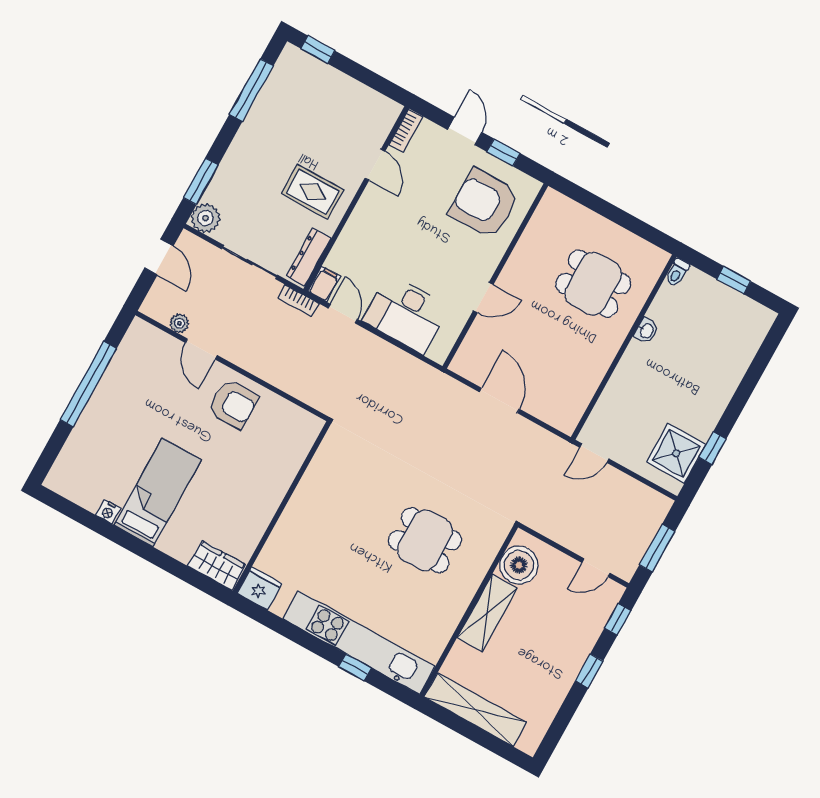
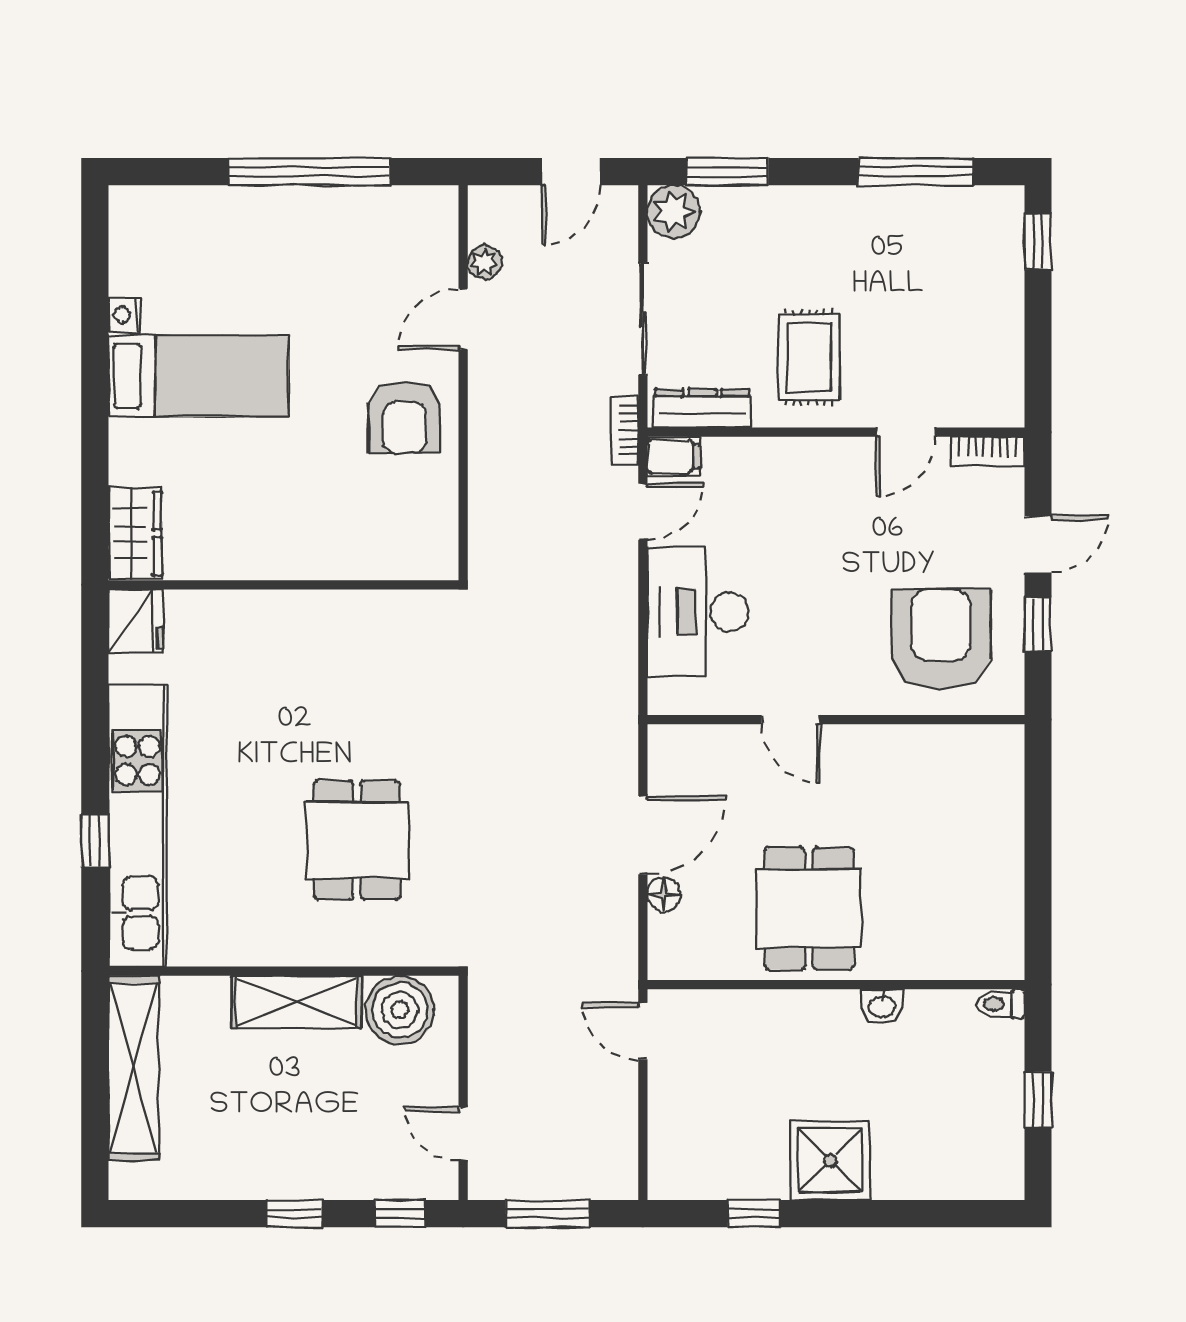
dining table: (593, 284) -> (809, 908), moved
floor lamp: (534, 406) -> (664, 895), added
shower: (676, 453) -> (830, 1160), moved

